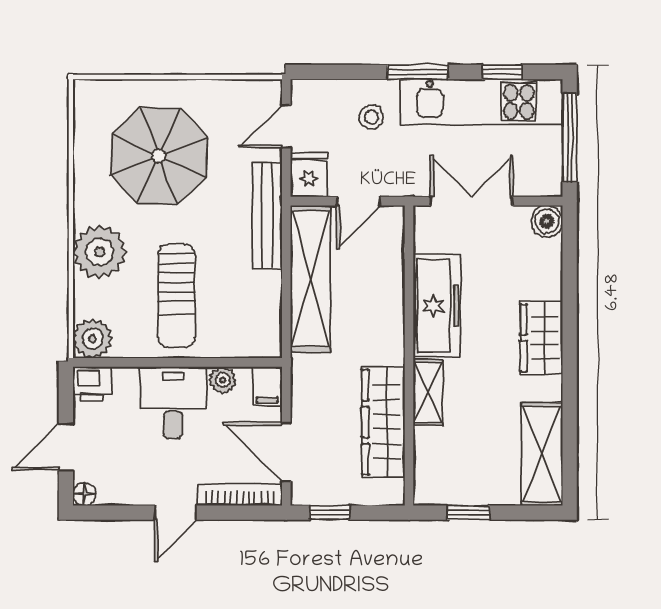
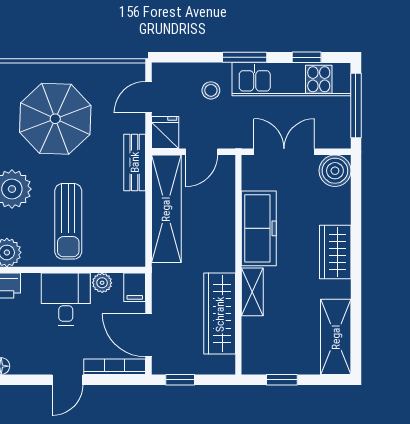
bench: (267, 216) -> (135, 162), width x0.73
boiler: (547, 221) -> (335, 171), width x1.36, depth x1.36

